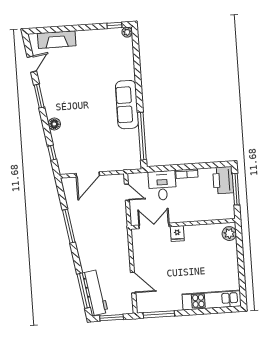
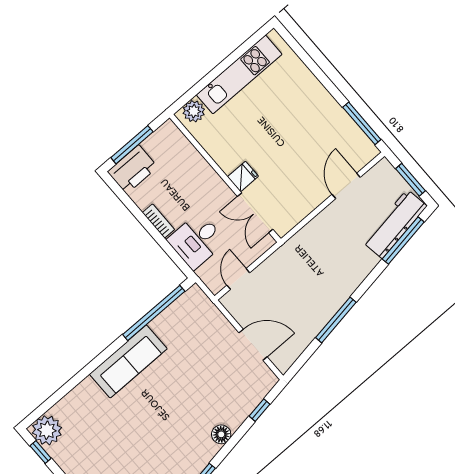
plant: (127, 32) -> (47, 430), width x1.87, depth x1.87
kitchen unit: (212, 300) -> (239, 74), moved, turned -90

